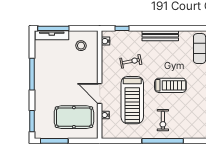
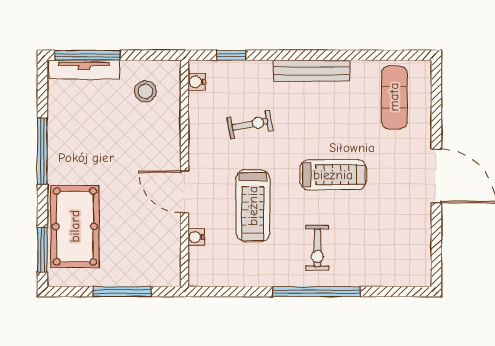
treadmill: (132, 100) -> (253, 206), width x0.73, depth x0.73
pool table: (74, 117) -> (75, 226), moved, turned 90
window: (54, 141) -> (122, 292), moved

